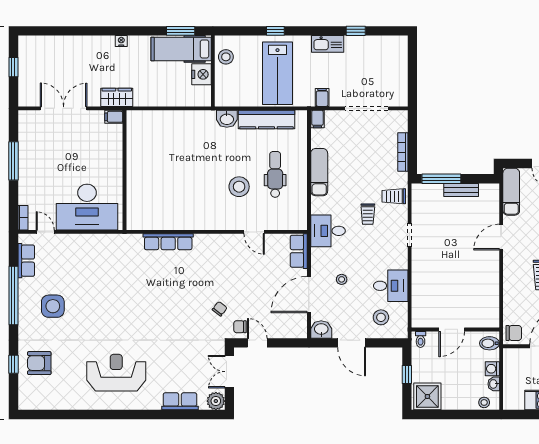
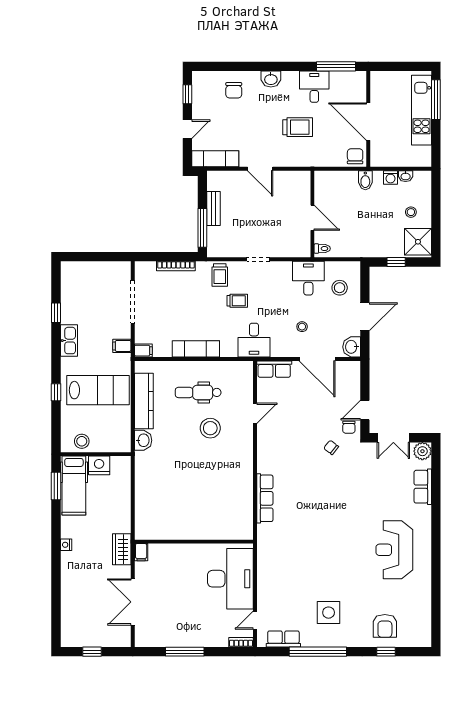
door: (452, 329) -> (312, 218), moved
wall: (455, 329) -> (312, 214), moved
toilet: (421, 339) -> (322, 249), moved
stool: (484, 402) -> (411, 212), moved

